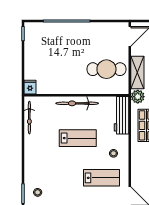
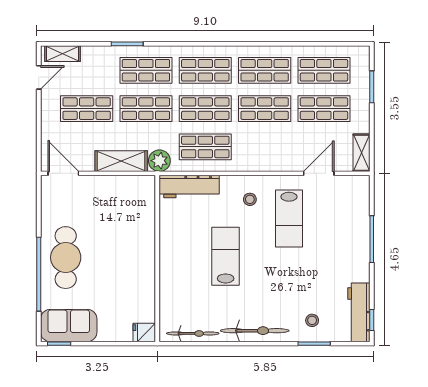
sofa: (34, 40) -> (69, 326), added
cafe table: (106, 69) -> (66, 258), moved
bicycle: (77, 103) -> (255, 331), moved, turned -90
lab bench: (101, 178) -> (289, 218), turned 180

